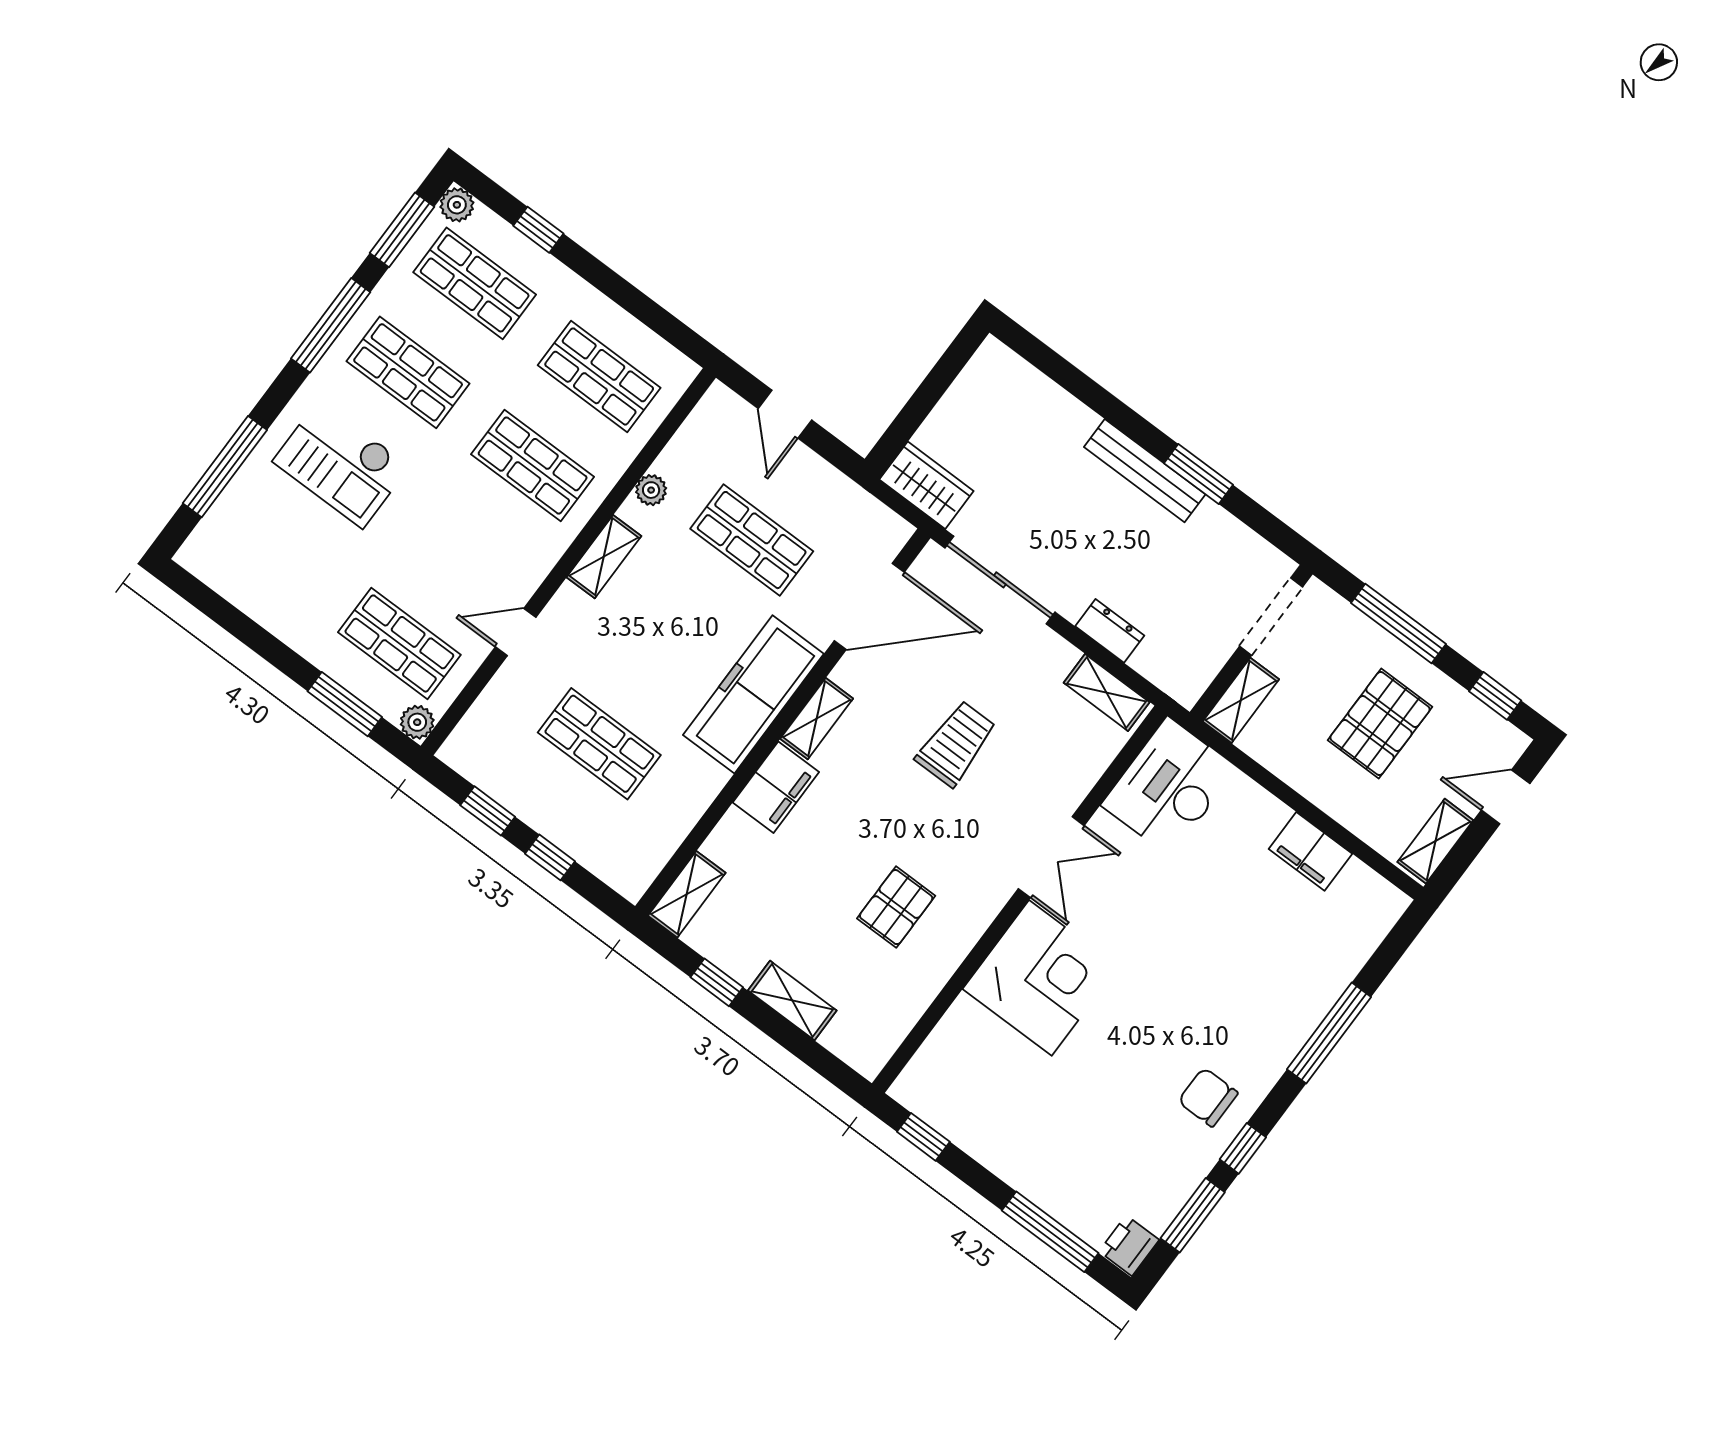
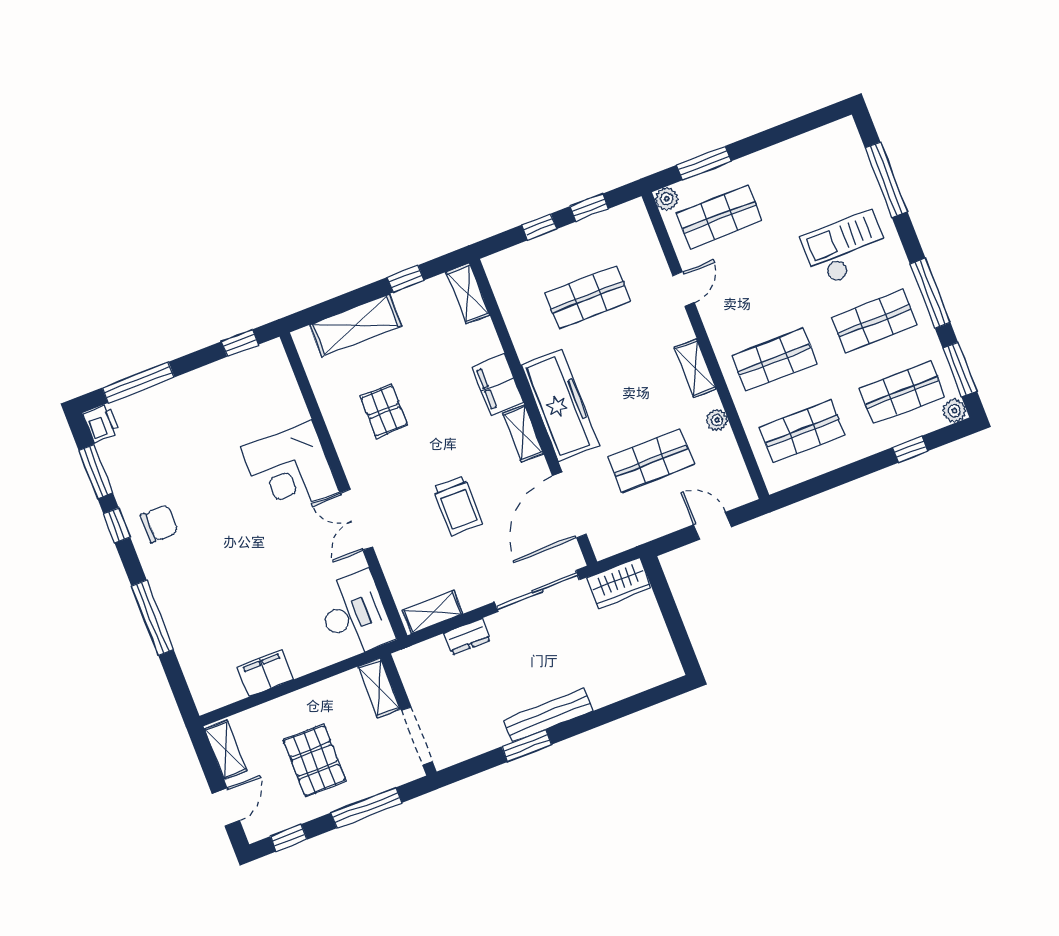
shelving: (792, 1000) -> (356, 325), width x1.50, depth x1.33

